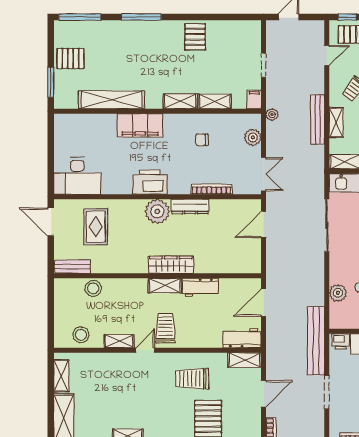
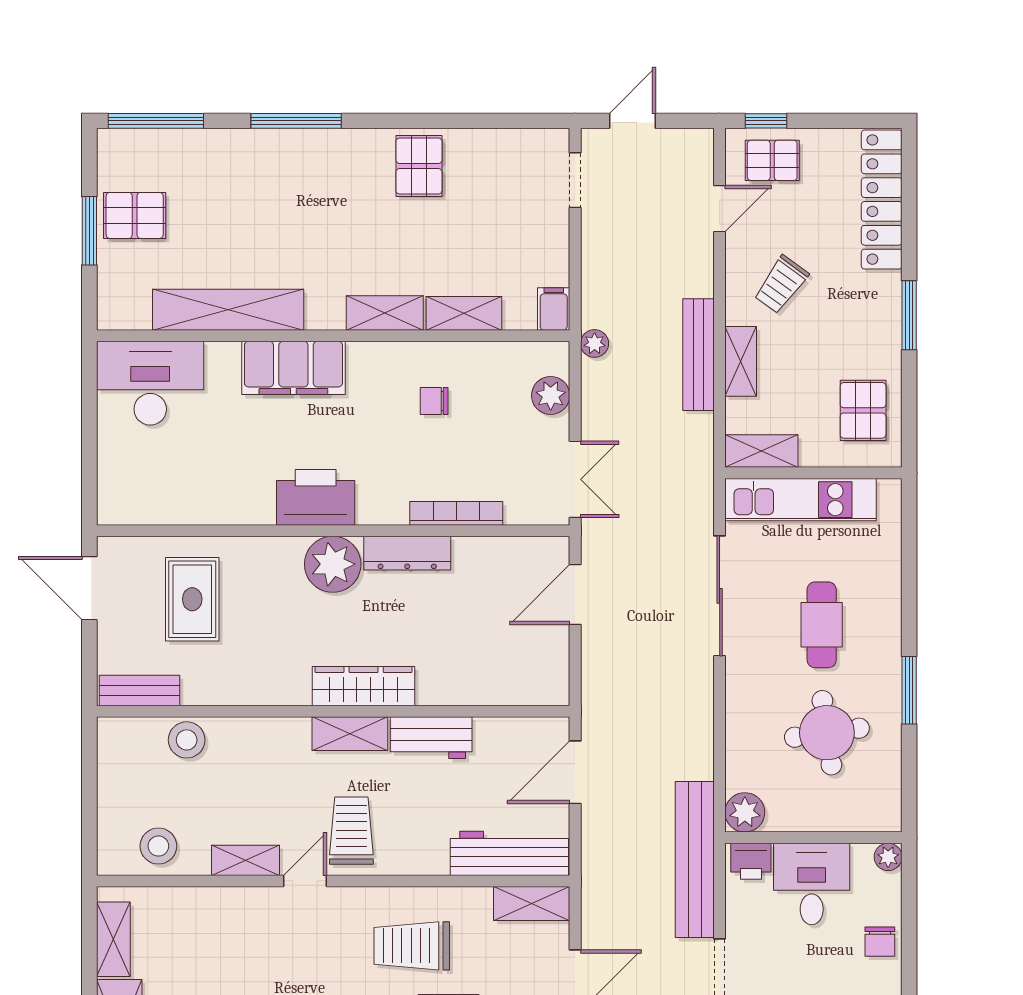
doorway: (264, 65) -> (575, 180), moved
window: (51, 82) -> (89, 231), moved
desk: (77, 176) -> (150, 383), moved, turned 180
plant: (338, 293) -> (745, 812), moved
workbench: (242, 338) -> (509, 853), width x1.38

